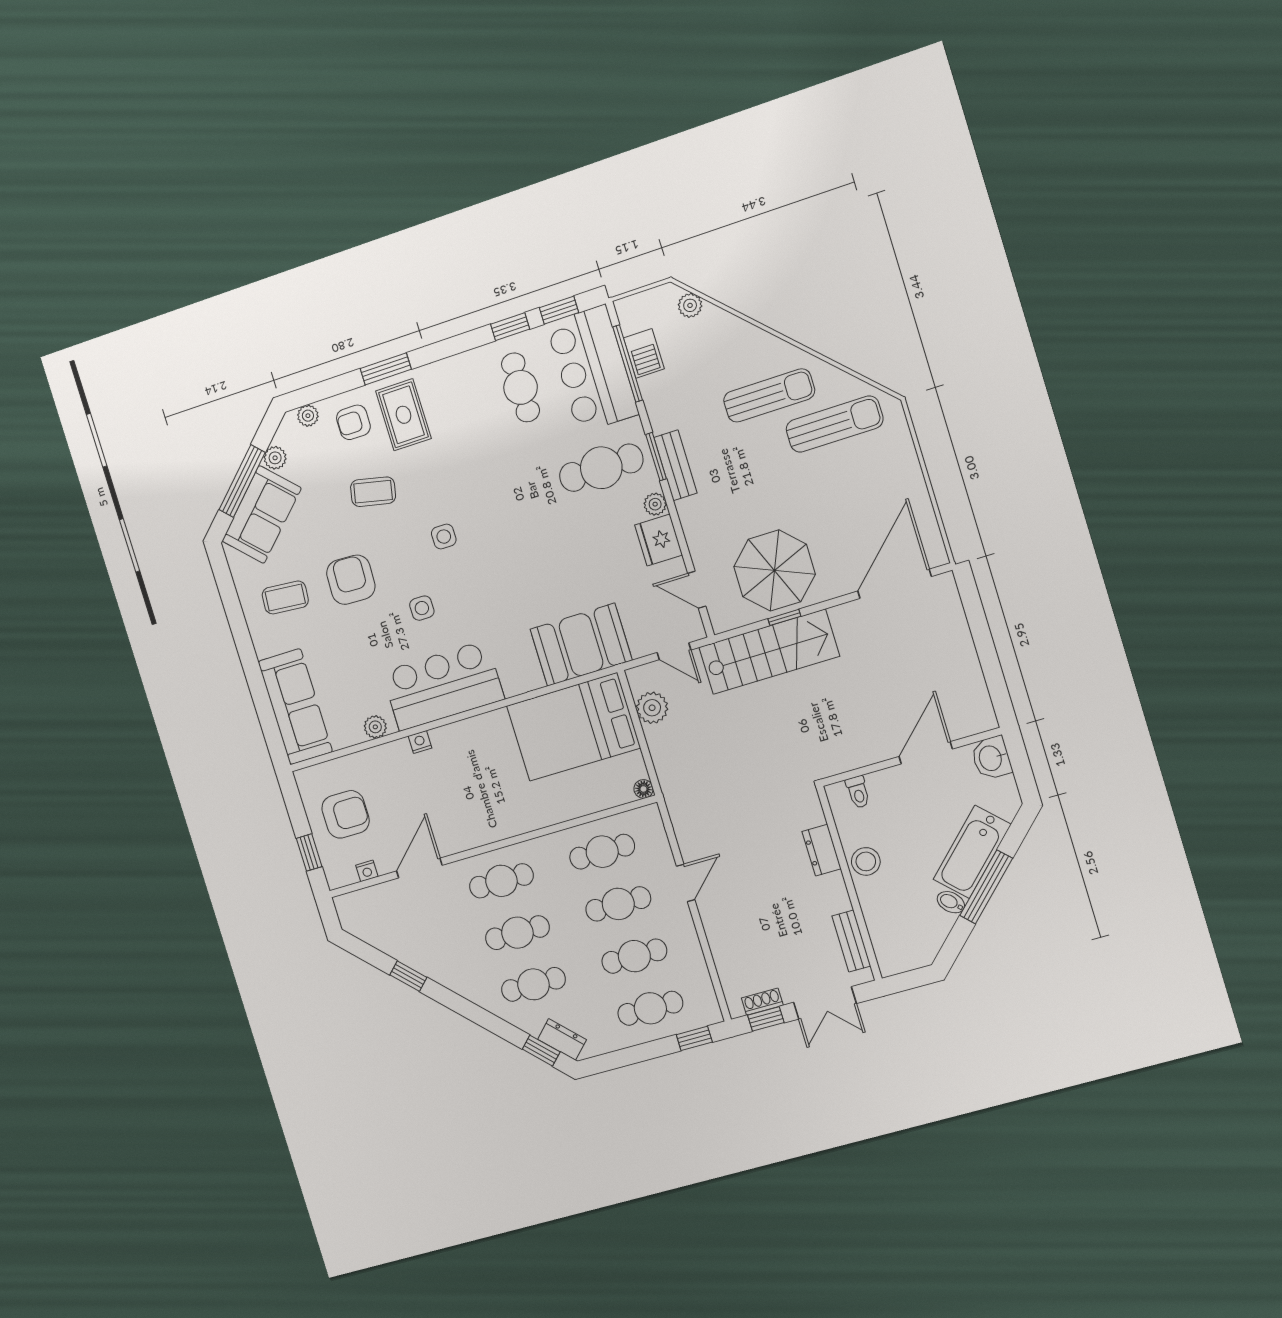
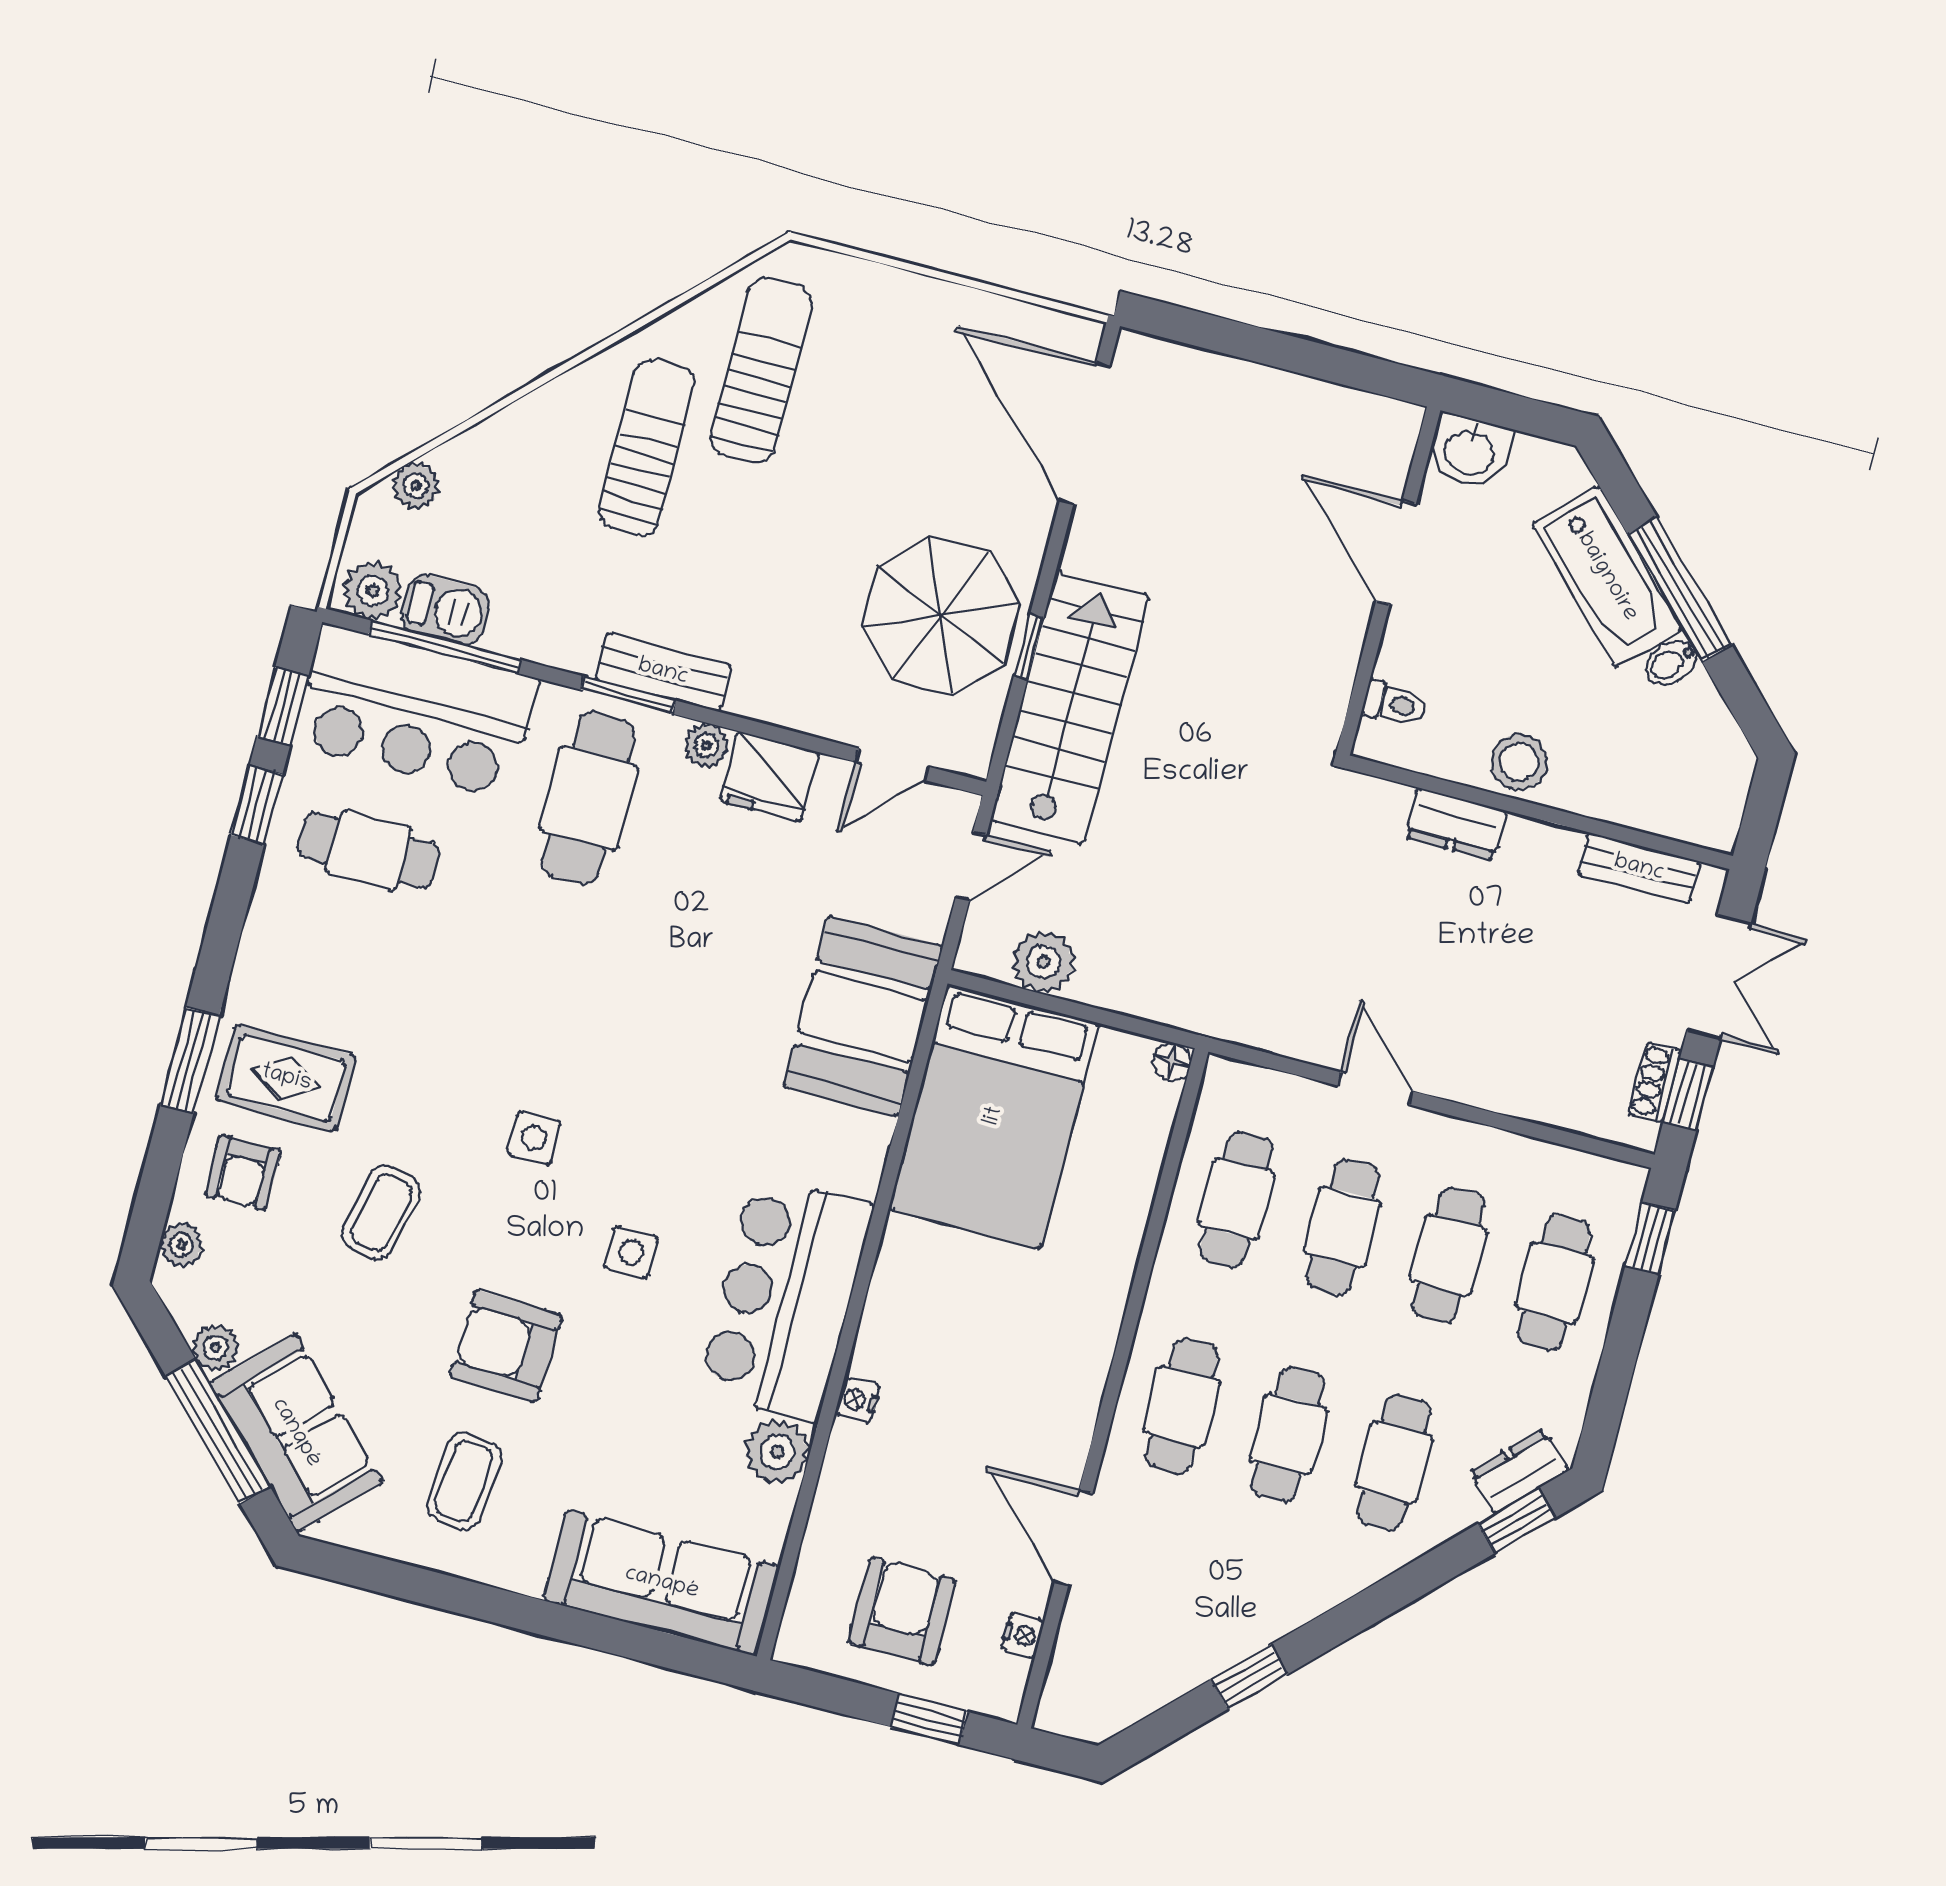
plant: (633, 316) -> (373, 591), added
plant: (375, 727) -> (777, 1452), width x1.38, depth x1.38

